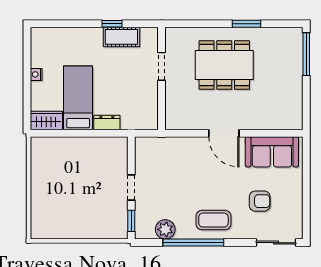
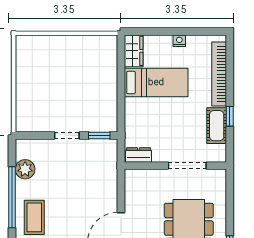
bookcase: (70, 34) -> (219, 74), added
doorway: (162, 66) -> (187, 166), width x1.38
dresser: (107, 122) -> (138, 155), moved, turned -90
window: (131, 221) -> (99, 135), moved

